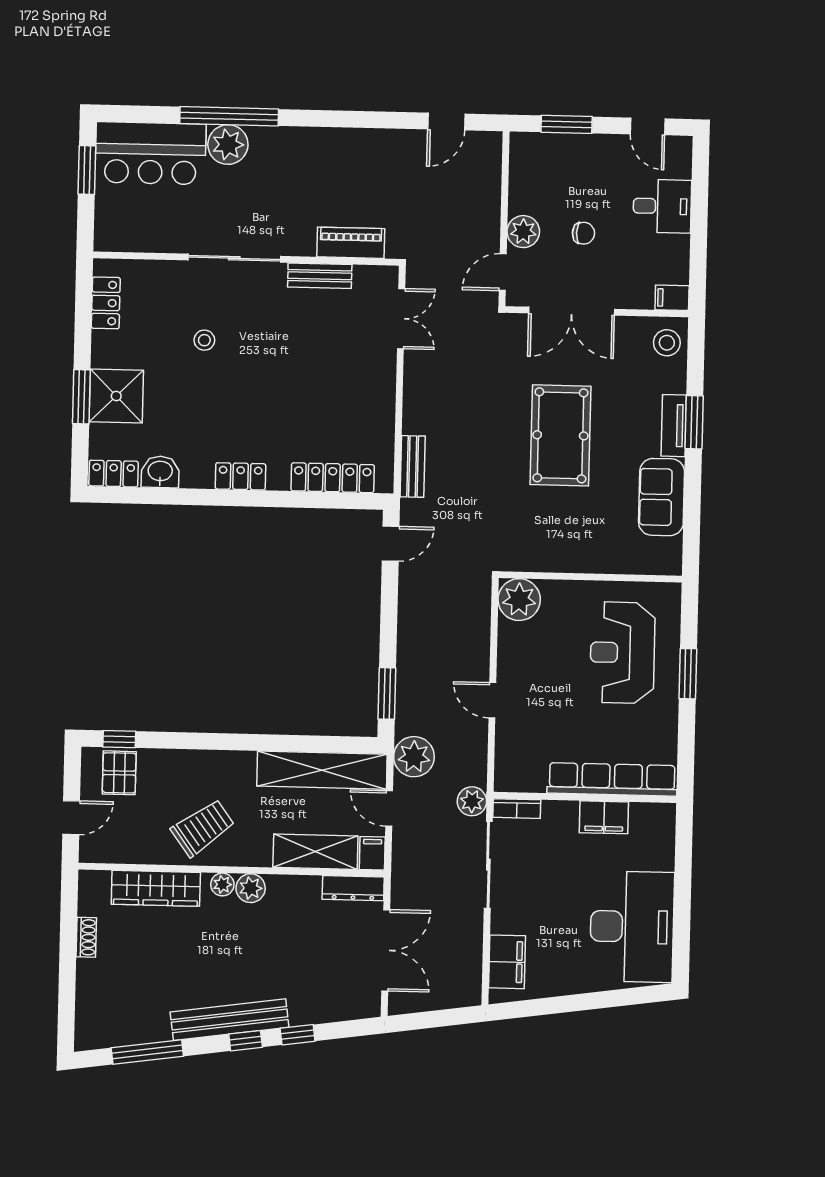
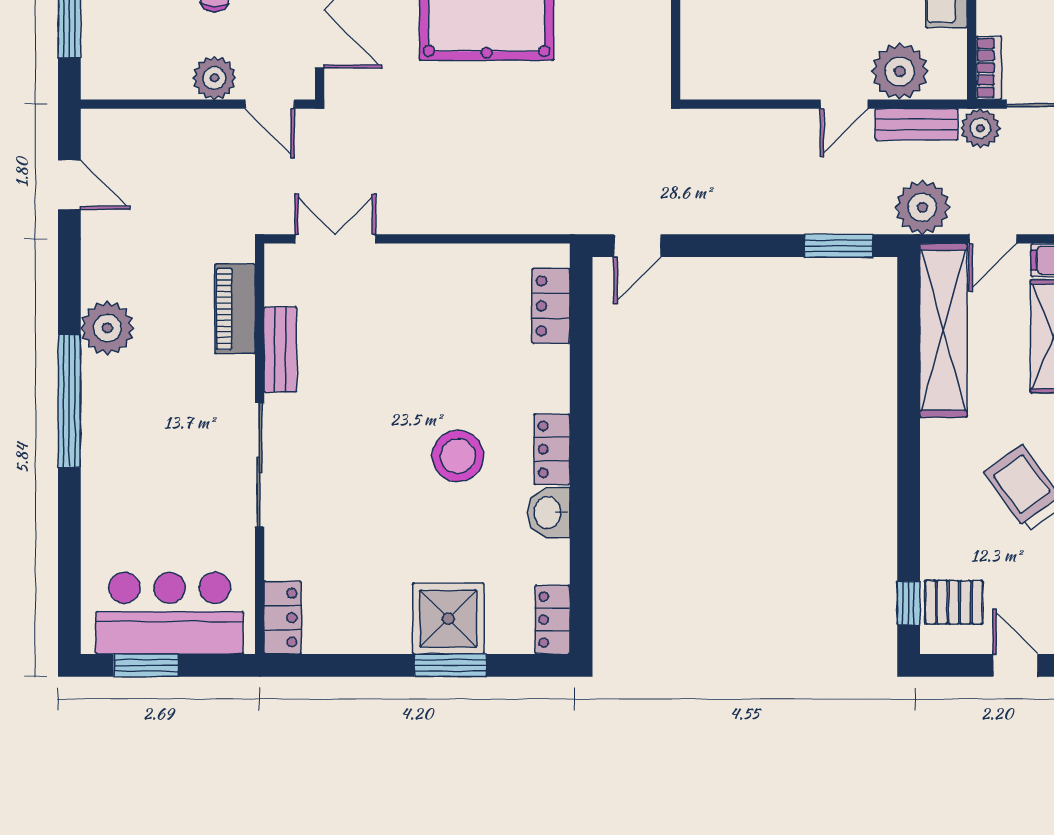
window: (229, 116) -> (69, 401), moved
plant: (228, 145) -> (107, 328), moved
bar counter: (151, 153) -> (170, 613), moved, turned -90
locker: (106, 303) -> (283, 618), moved, turned 90
stool: (204, 340) -> (458, 456), moved, width x1.89, depth x1.89
bench: (413, 466) -> (917, 124), moved
washbasin: (160, 472) -> (549, 513), moved
locker: (333, 478) -> (551, 306), width x0.66
door: (391, 544) -> (637, 246), swing flipped
plant: (519, 600) -> (900, 71), moved

